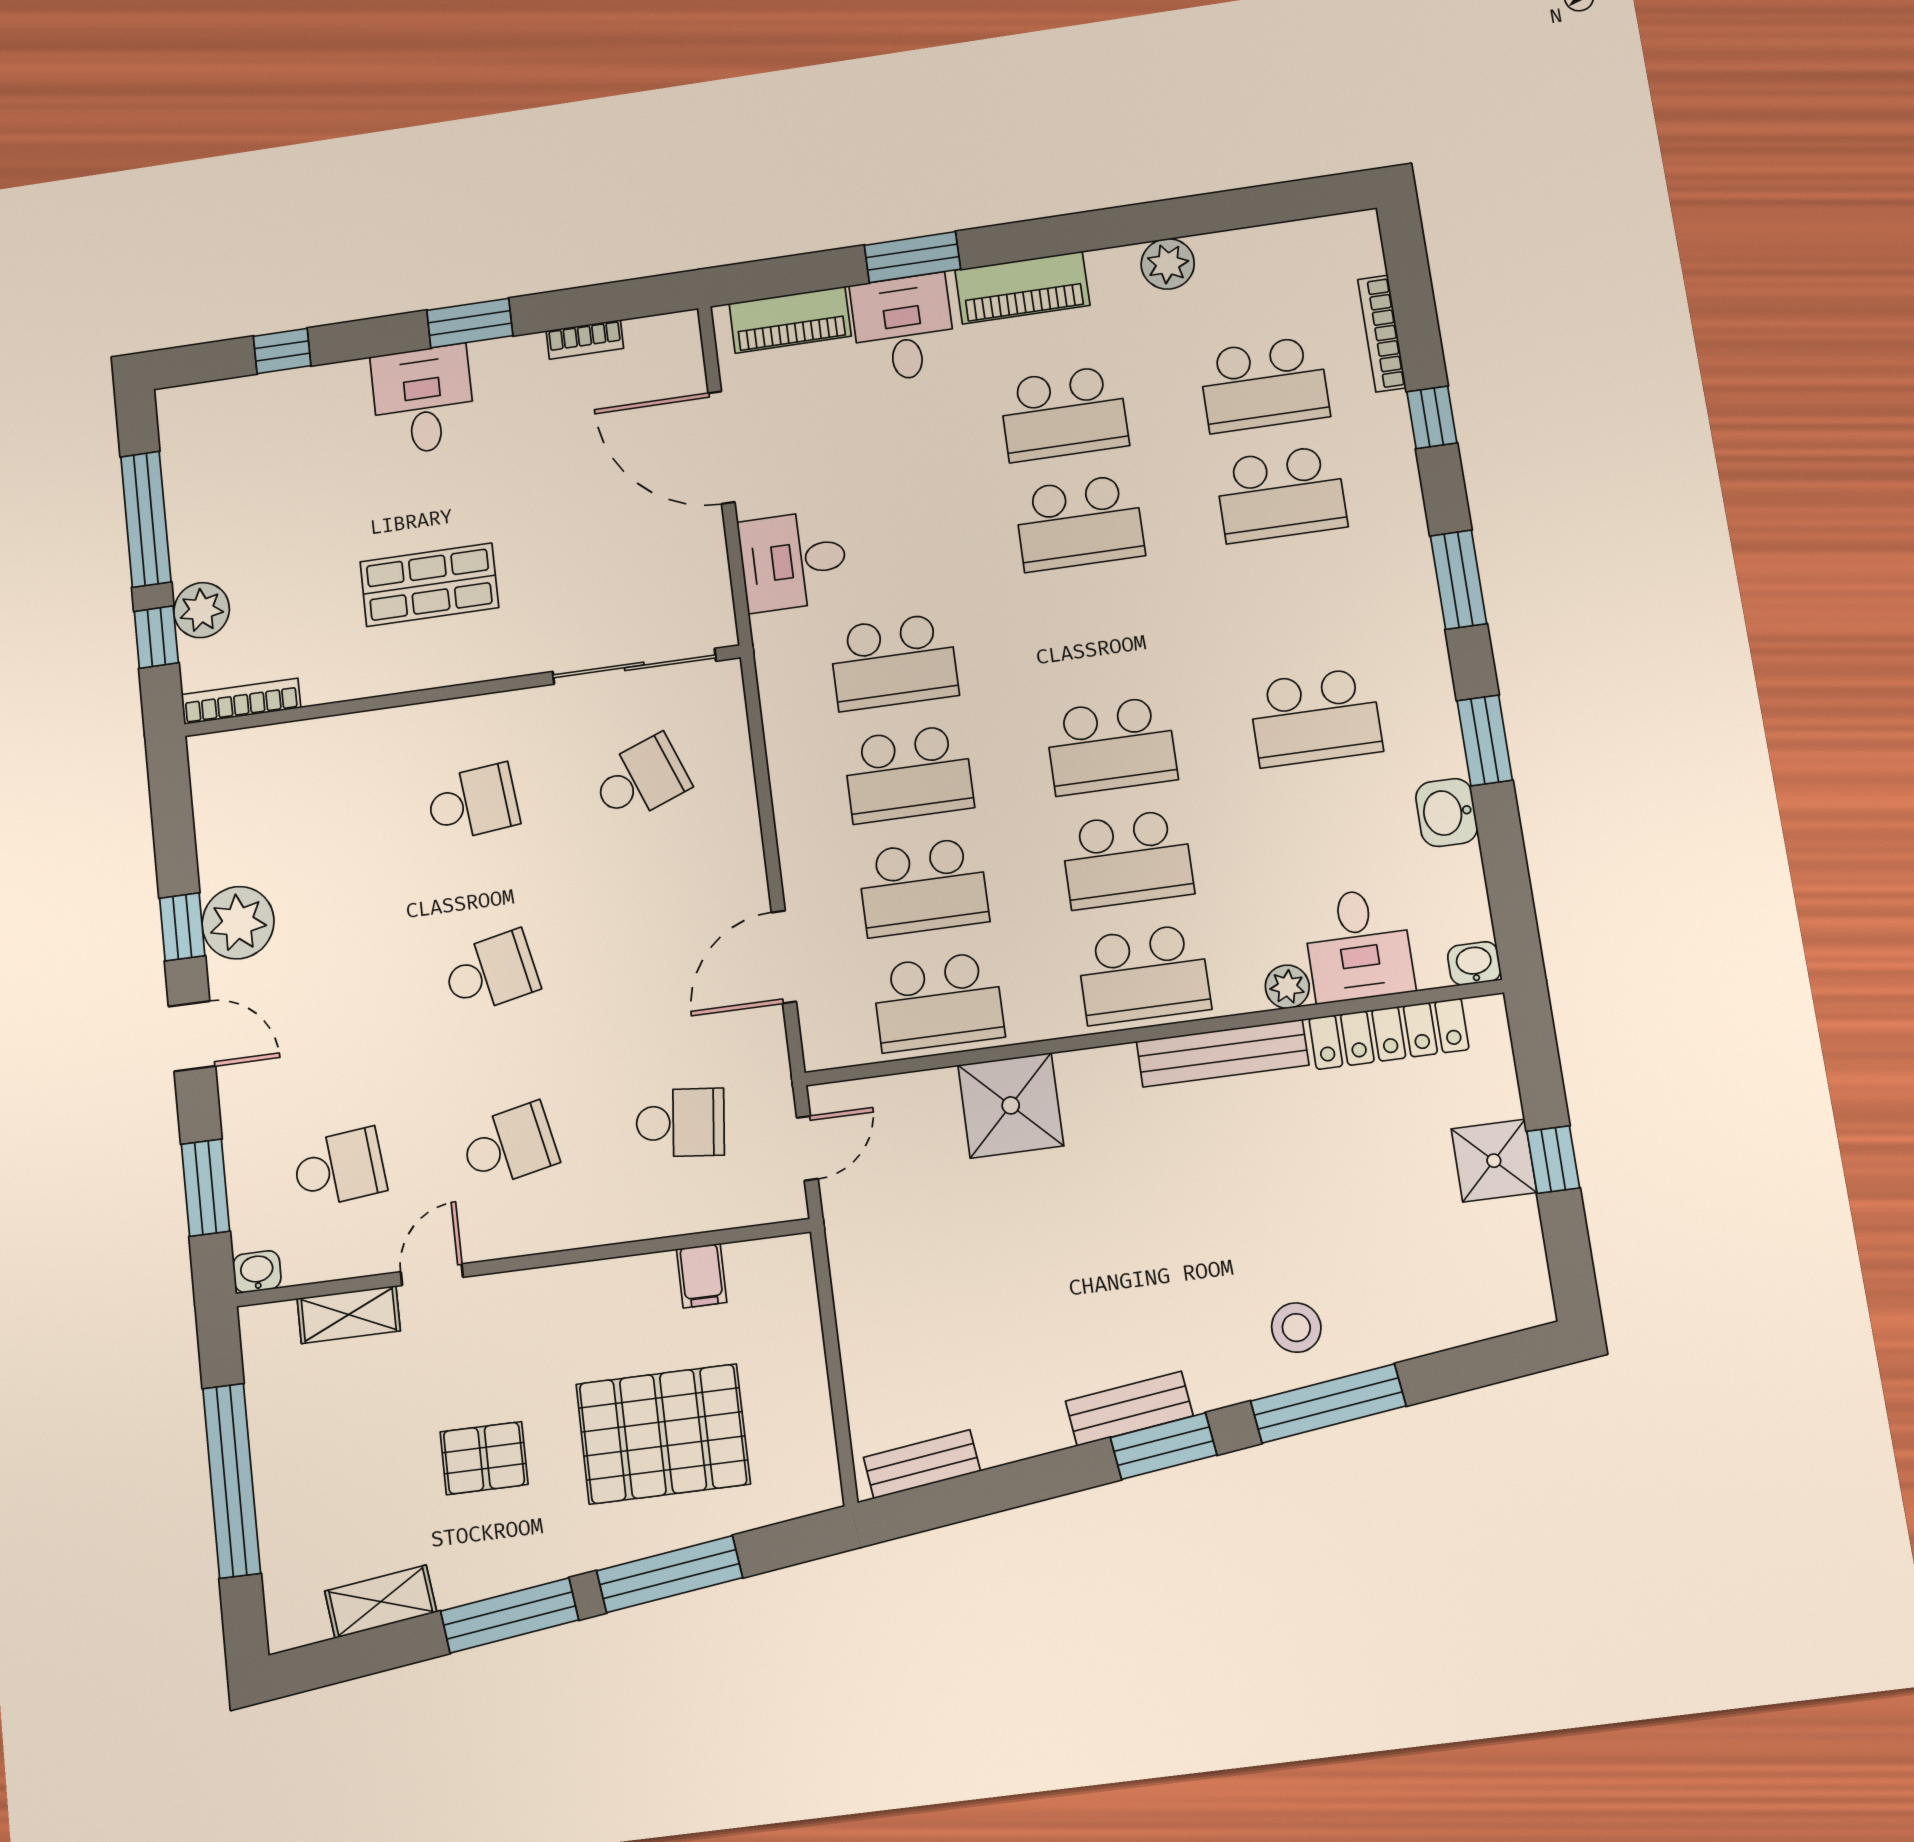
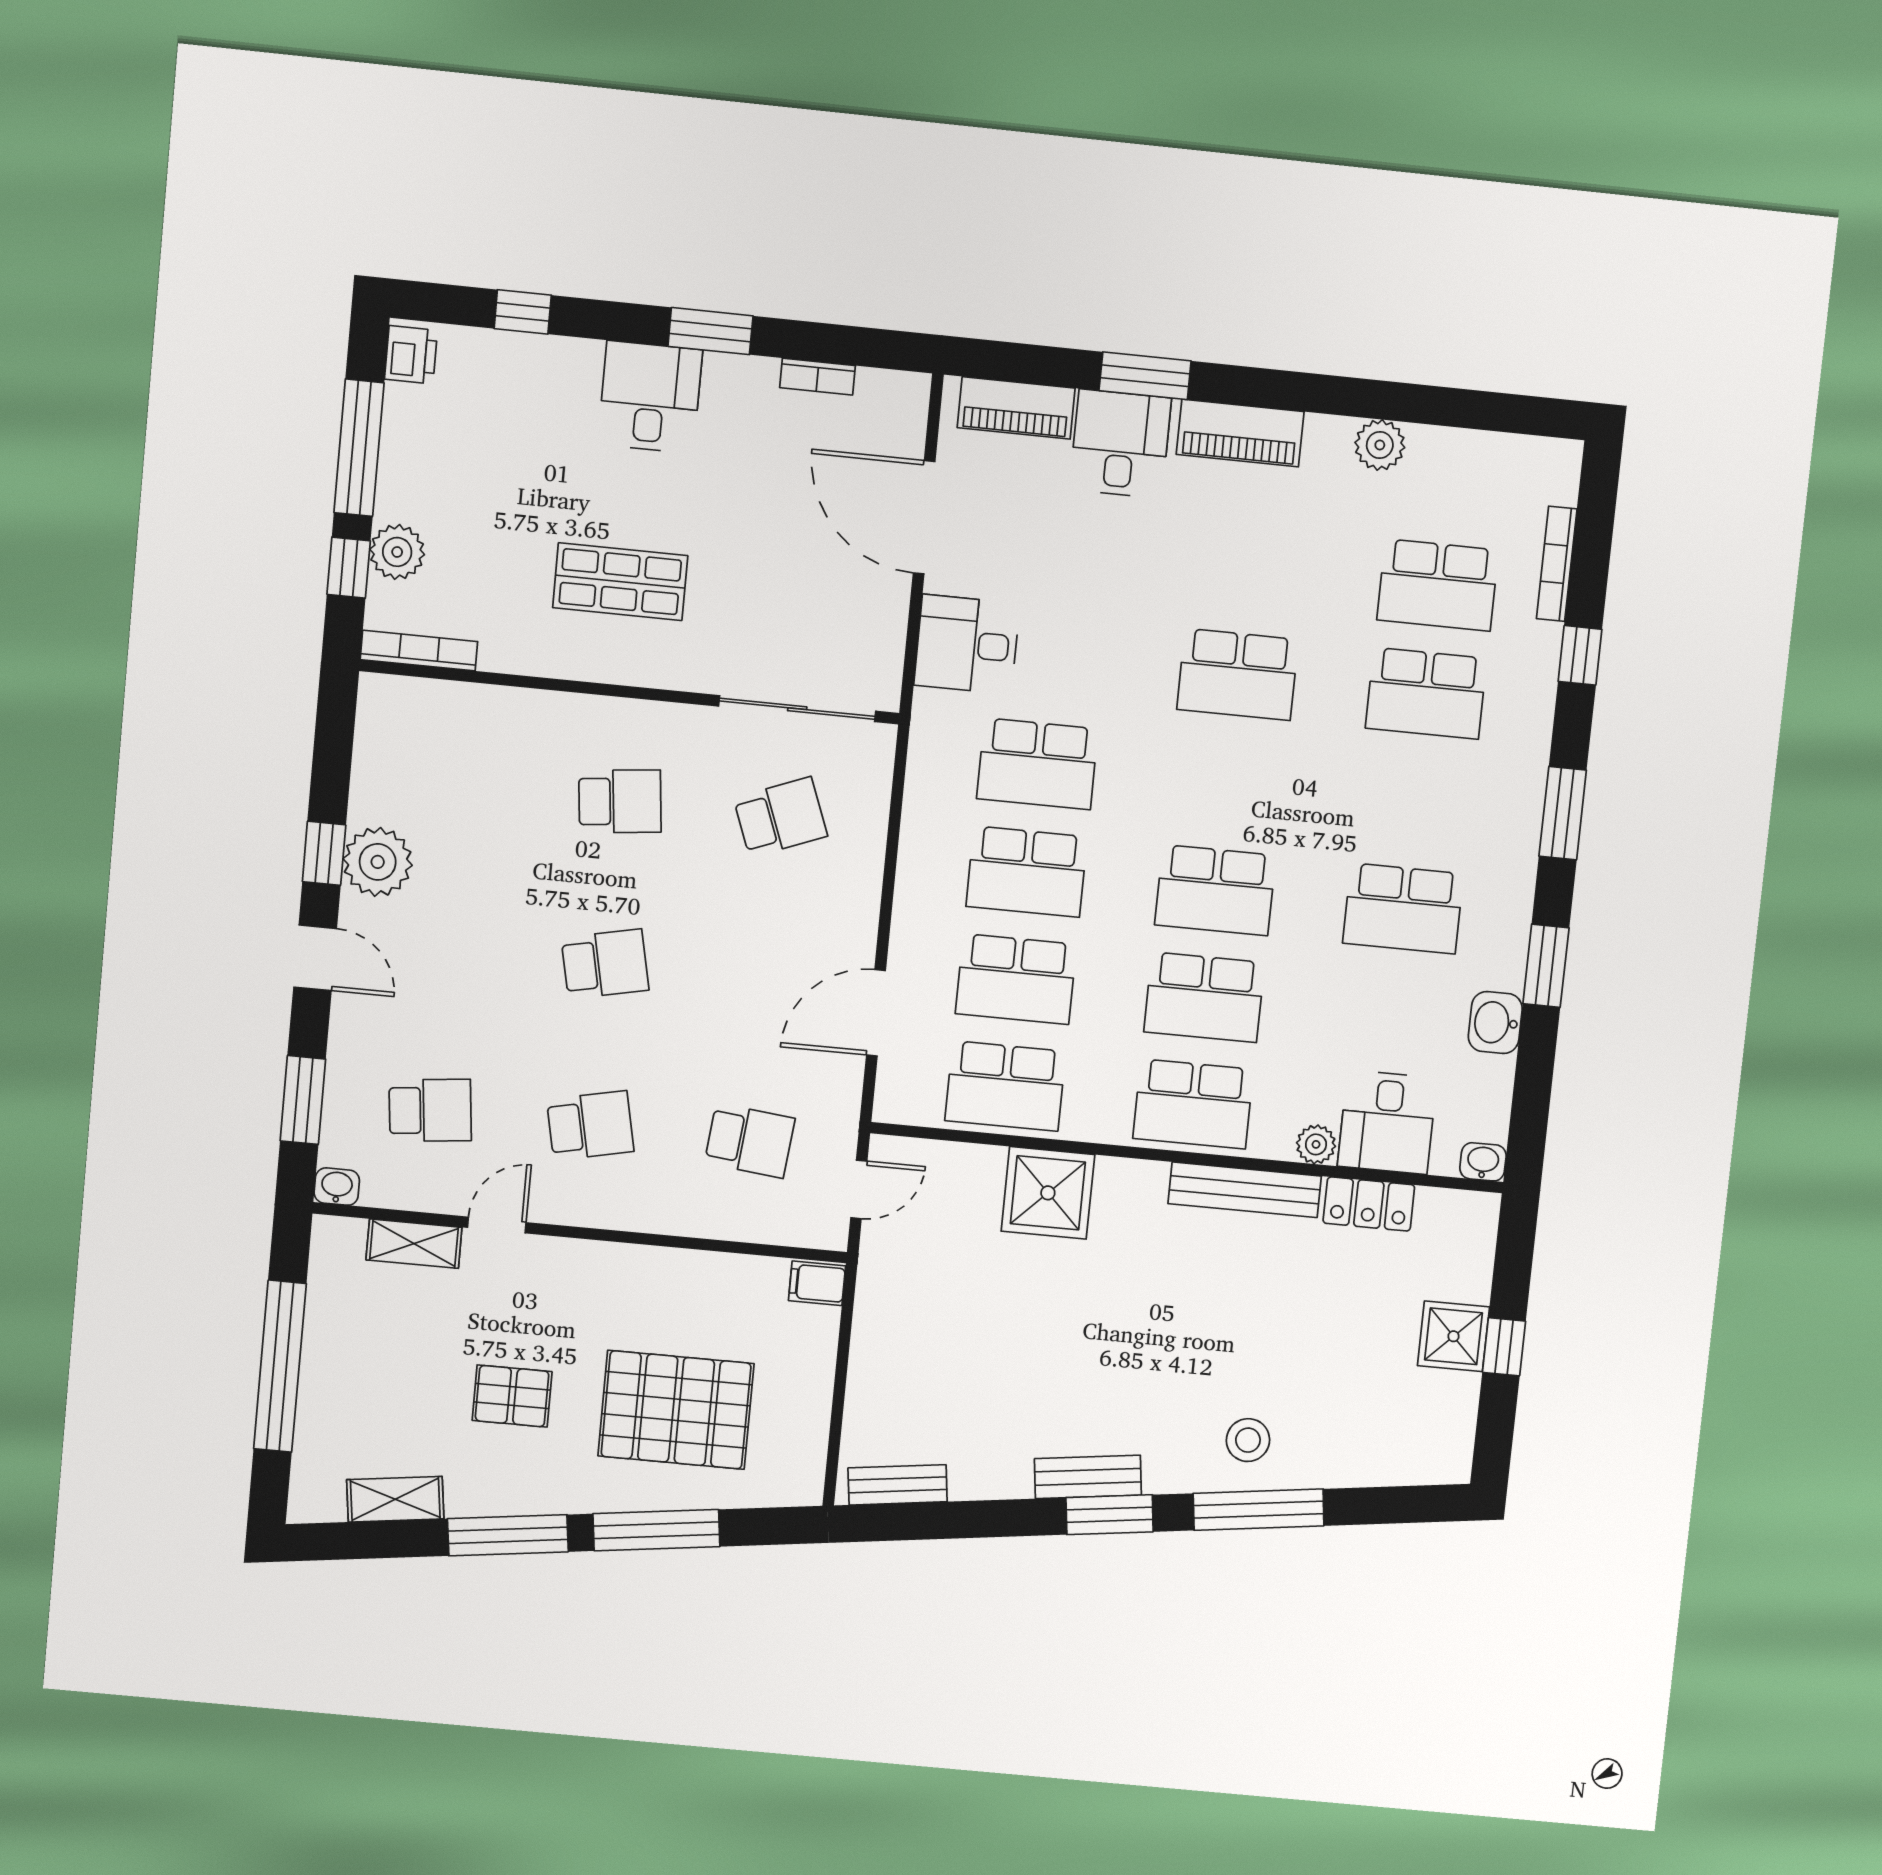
school desk: (1064, 414) -> (1249, 566), removed
printer: (181, 418) -> (411, 355), added
locker: (1389, 1034) -> (1369, 1204), width x0.66
filing cabinet: (702, 1276) -> (817, 1283), moved, turned 90

